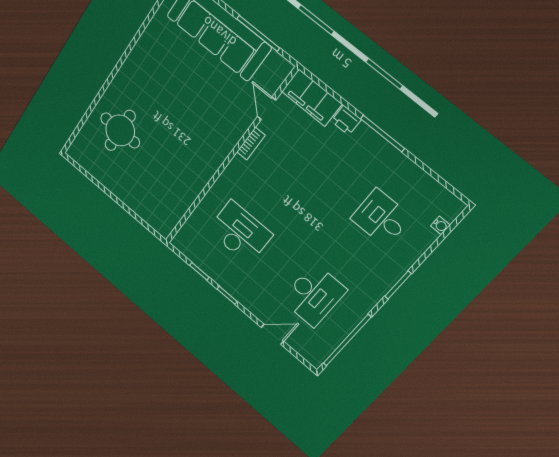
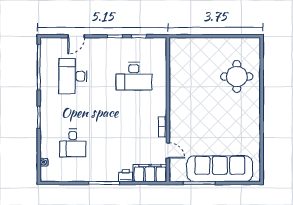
desk: (381, 218) -> (73, 143), turned 90

